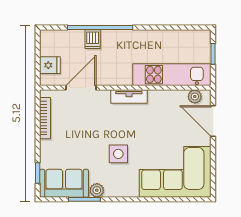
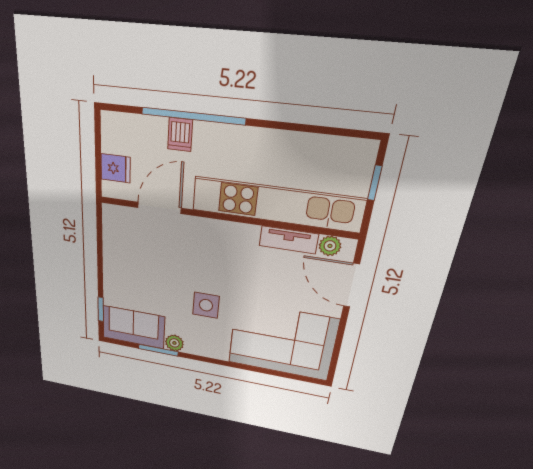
kitchen unit: (172, 75) -> (277, 204), width x1.36
tv unit: (129, 97) -> (289, 240), moved
bookcase: (45, 118) -> (109, 243), removed

